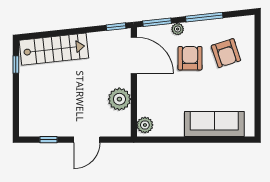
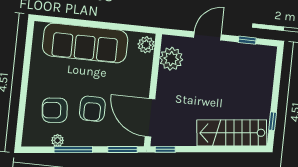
plant: (178, 29) -> (58, 140), moved
armchair: (226, 53) -> (55, 110), turned -77
plant: (119, 99) -> (171, 59), moved
sofa: (214, 124) -> (85, 43), width x1.36, depth x1.27

